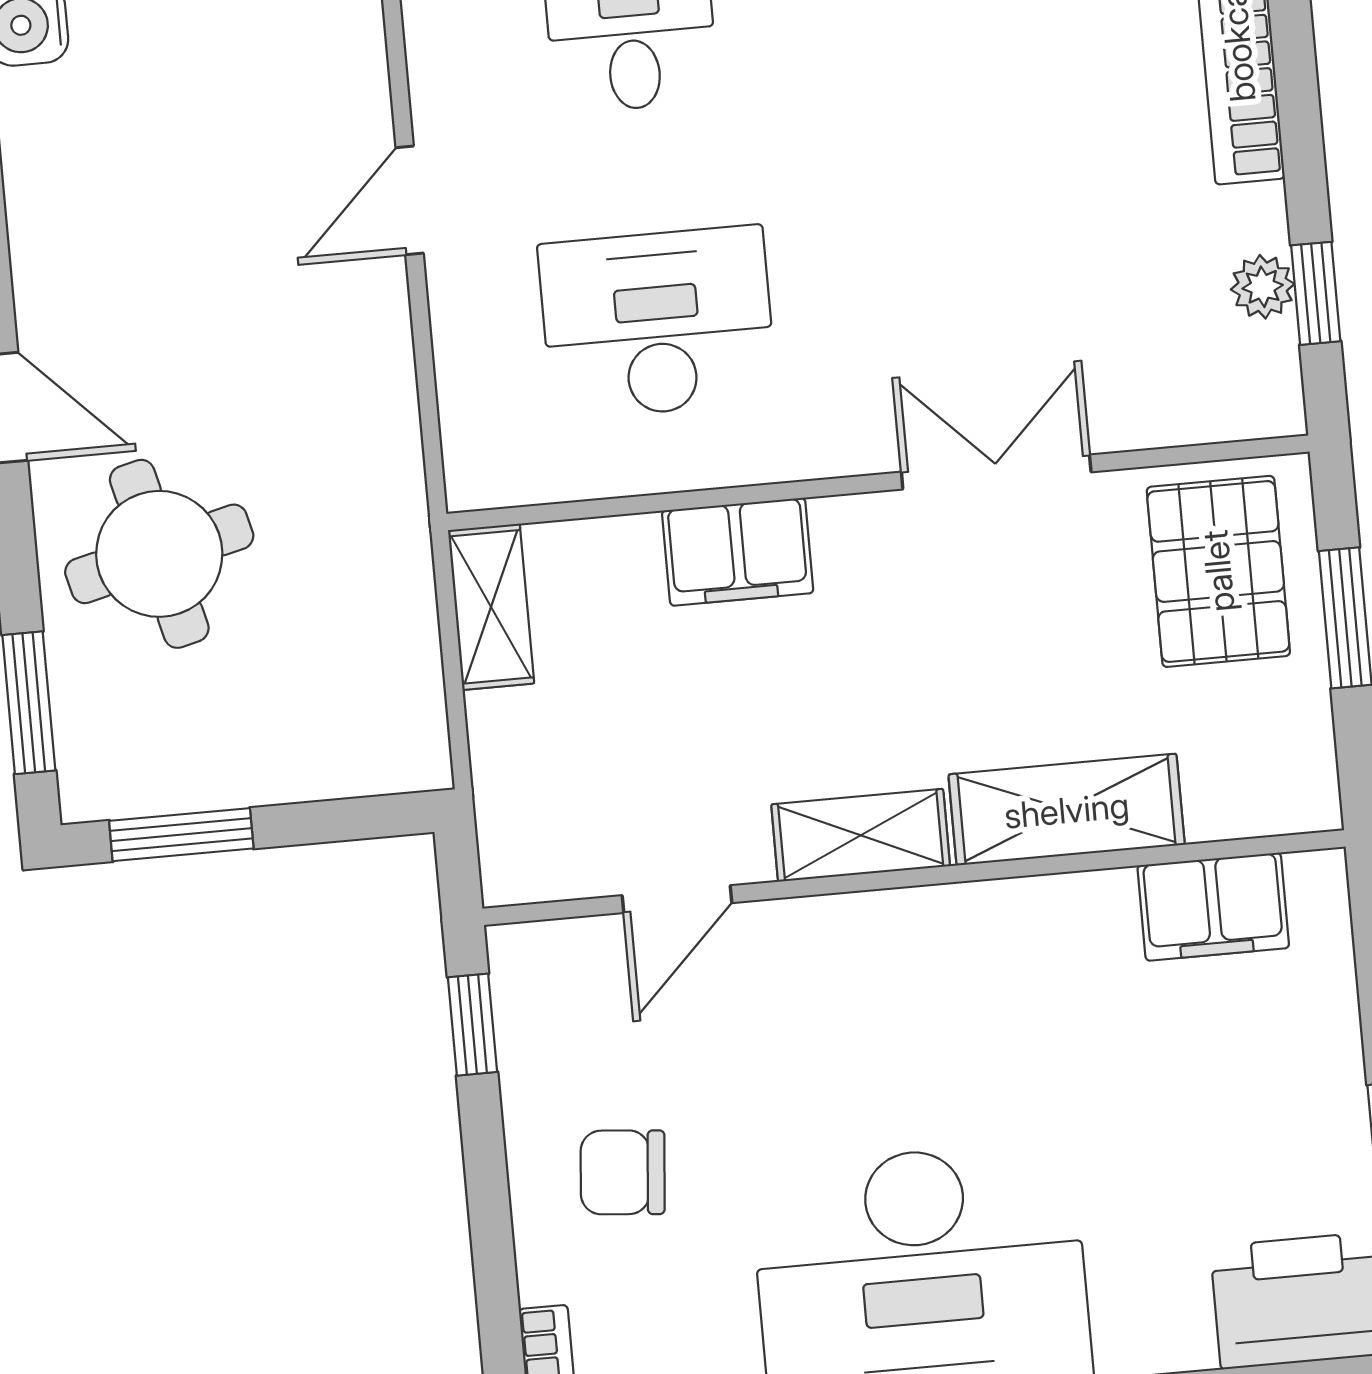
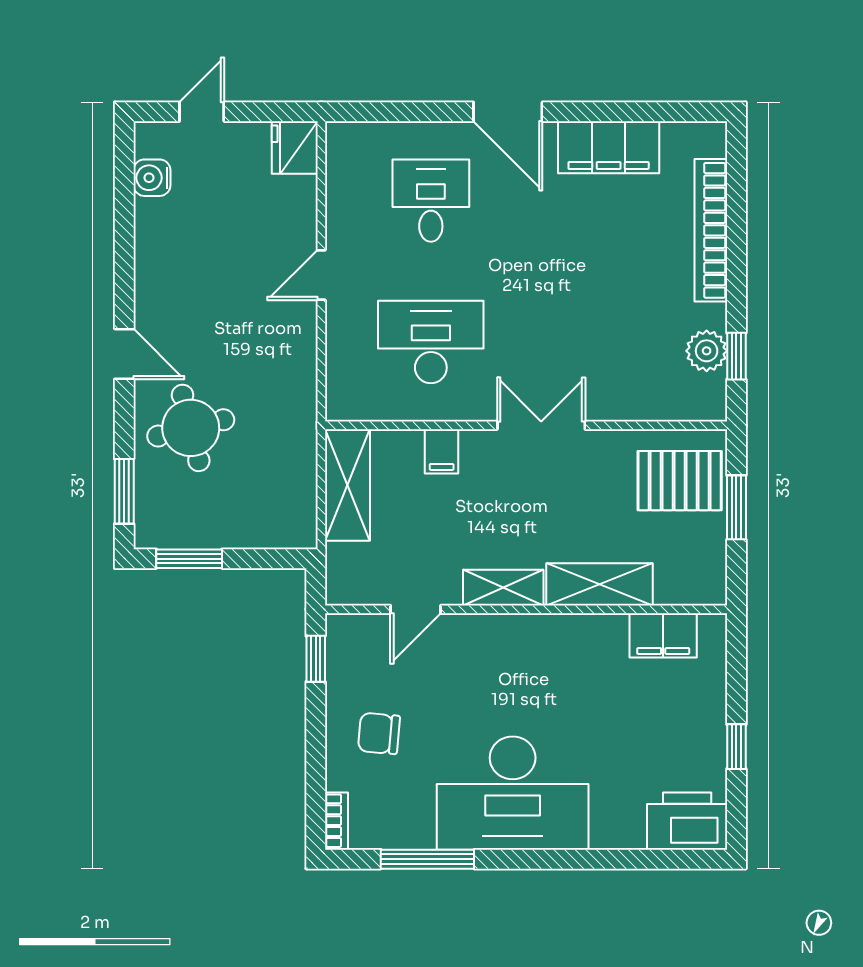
plant: (1263, 287) -> (707, 351), width x1.38, depth x1.38
double door: (996, 472) -> (541, 425), moved
filing cabinet: (738, 552) -> (442, 451), width x0.50
pallet: (1218, 571) -> (680, 481), turned 90
shelving: (491, 607) -> (347, 485), width x1.50, depth x1.33

